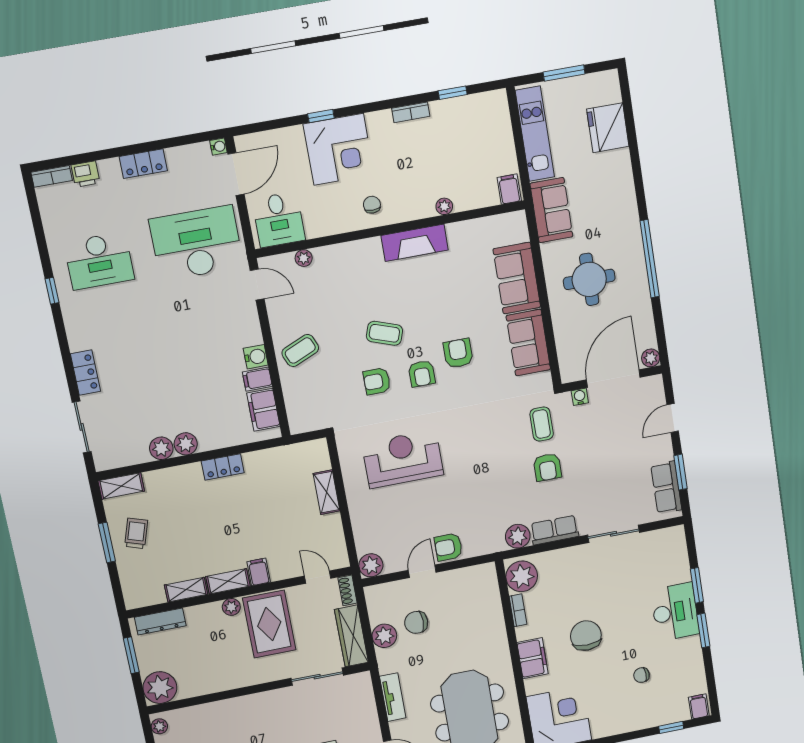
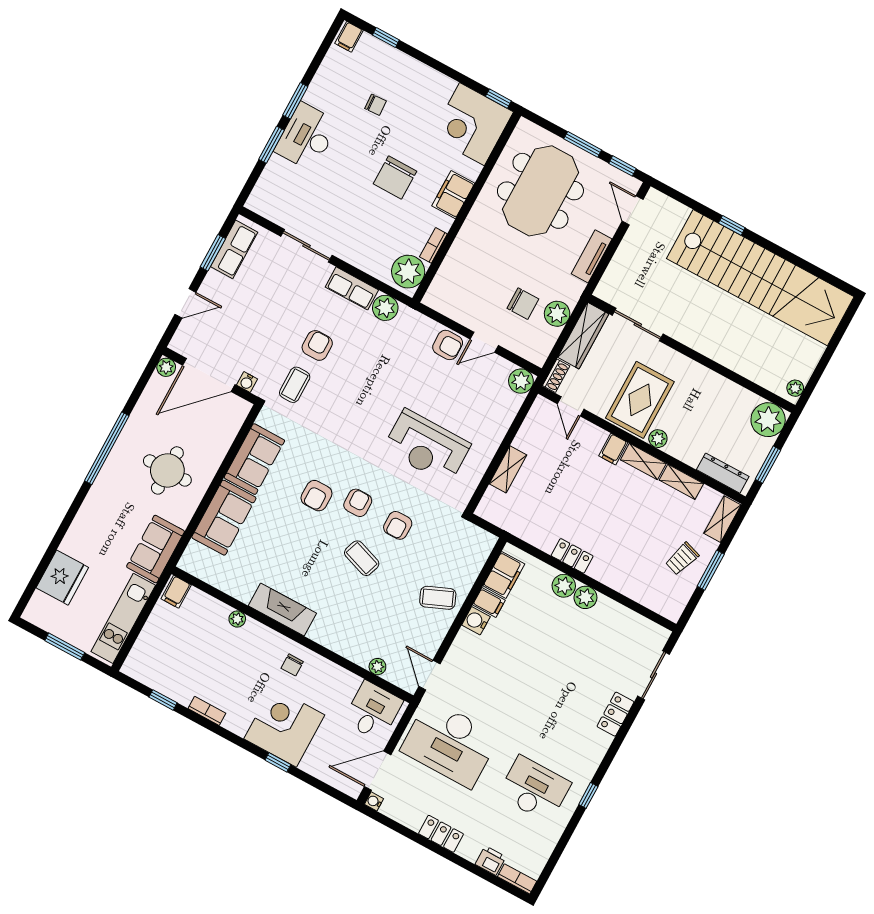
armchair: (377, 381) -> (398, 525), turned 90
plant: (161, 448) -> (564, 586), moved
shelving: (121, 486) -> (722, 519), moved, turned 90

